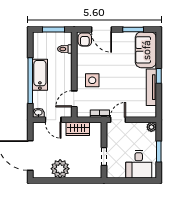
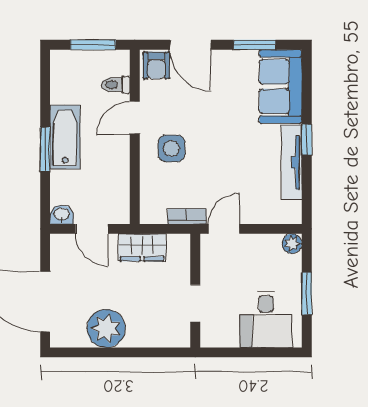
window: (30, 81) -> (45, 149), width x0.47
door: (74, 99) -> (135, 118), moved

